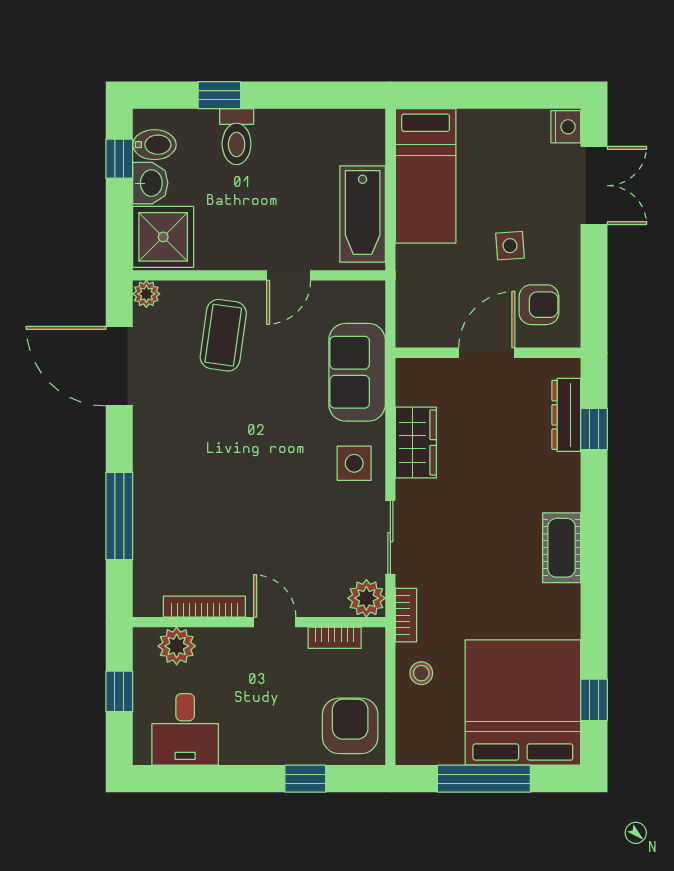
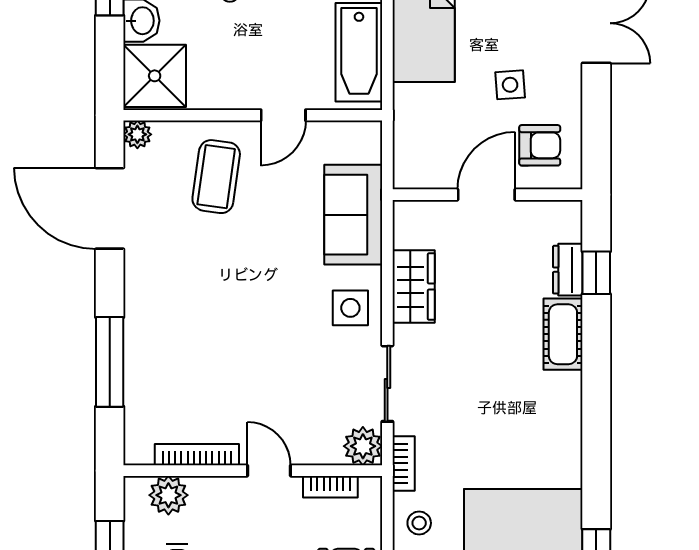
dresser: (566, 415) -> (568, 270), width x0.70
cot: (562, 548) -> (563, 334), moved

